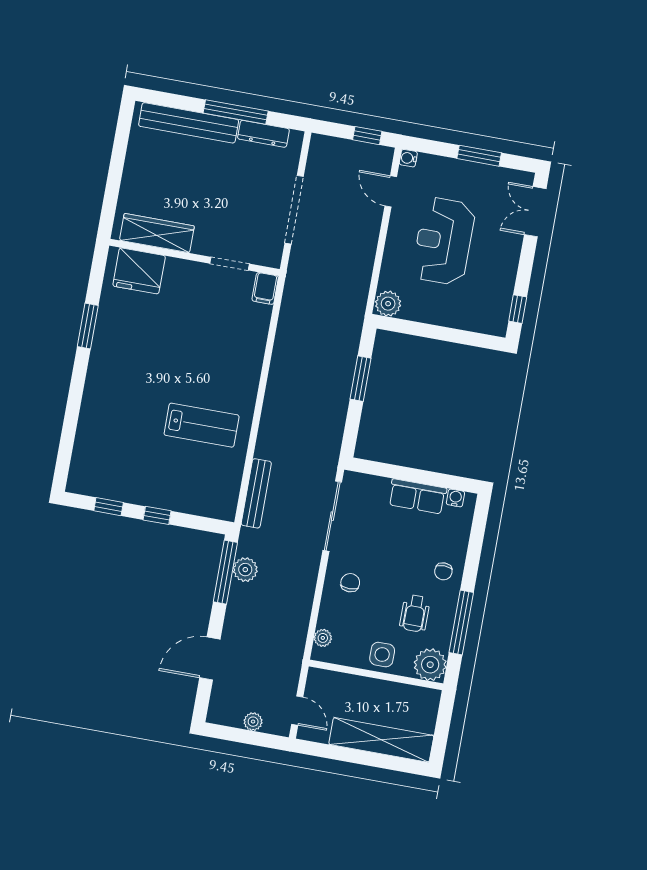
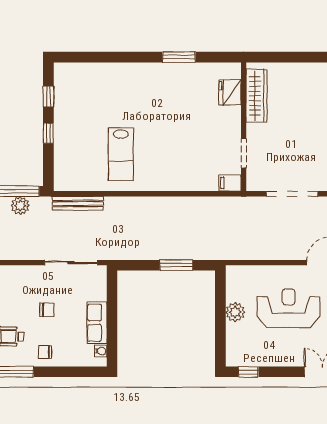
fridge: (139, 271) -> (230, 92), width x0.73, depth x0.75
plant: (388, 304) -> (235, 312), moved
chair: (350, 583) -> (47, 310), moved

